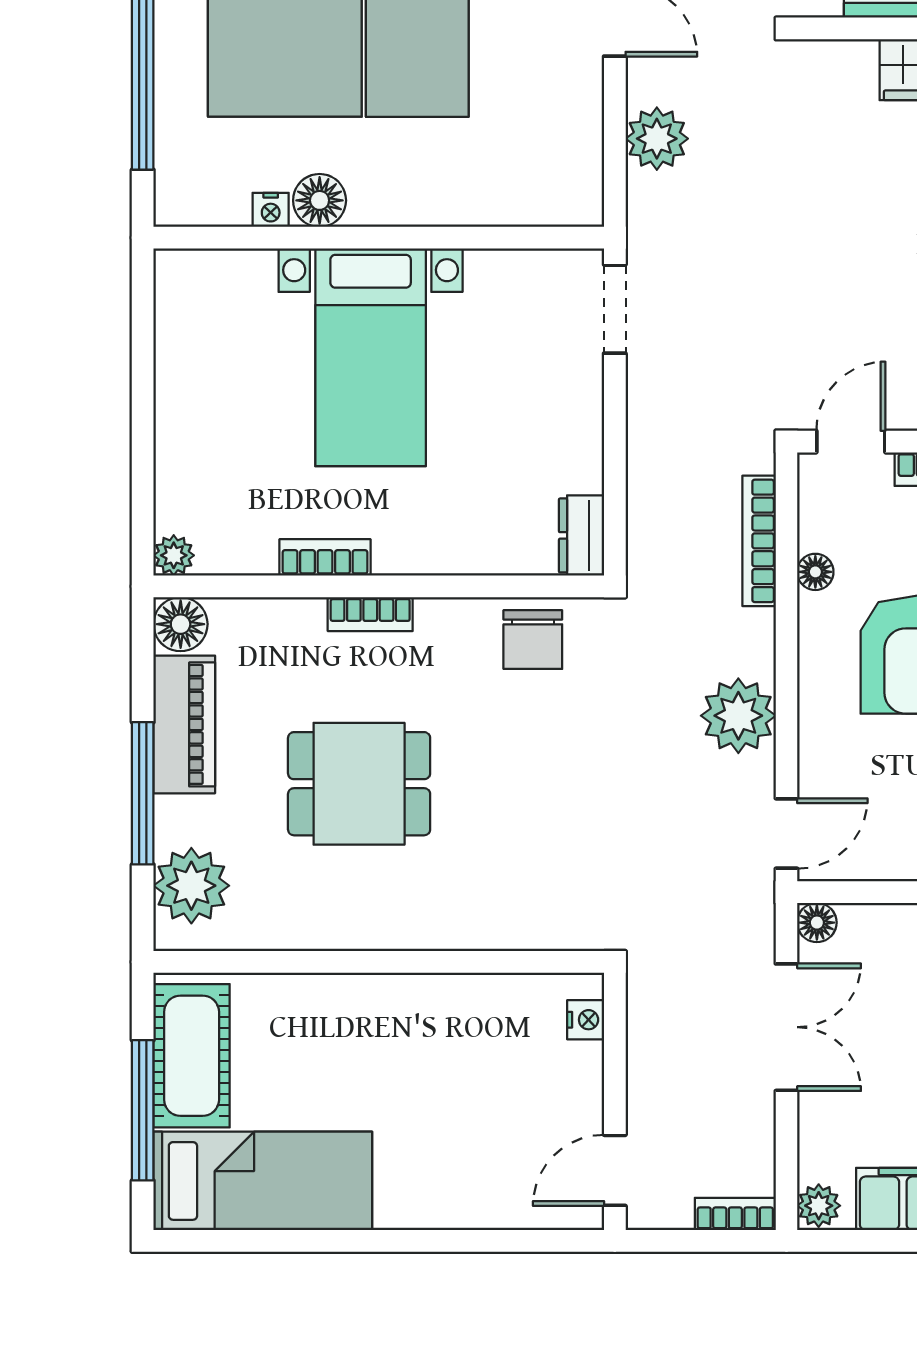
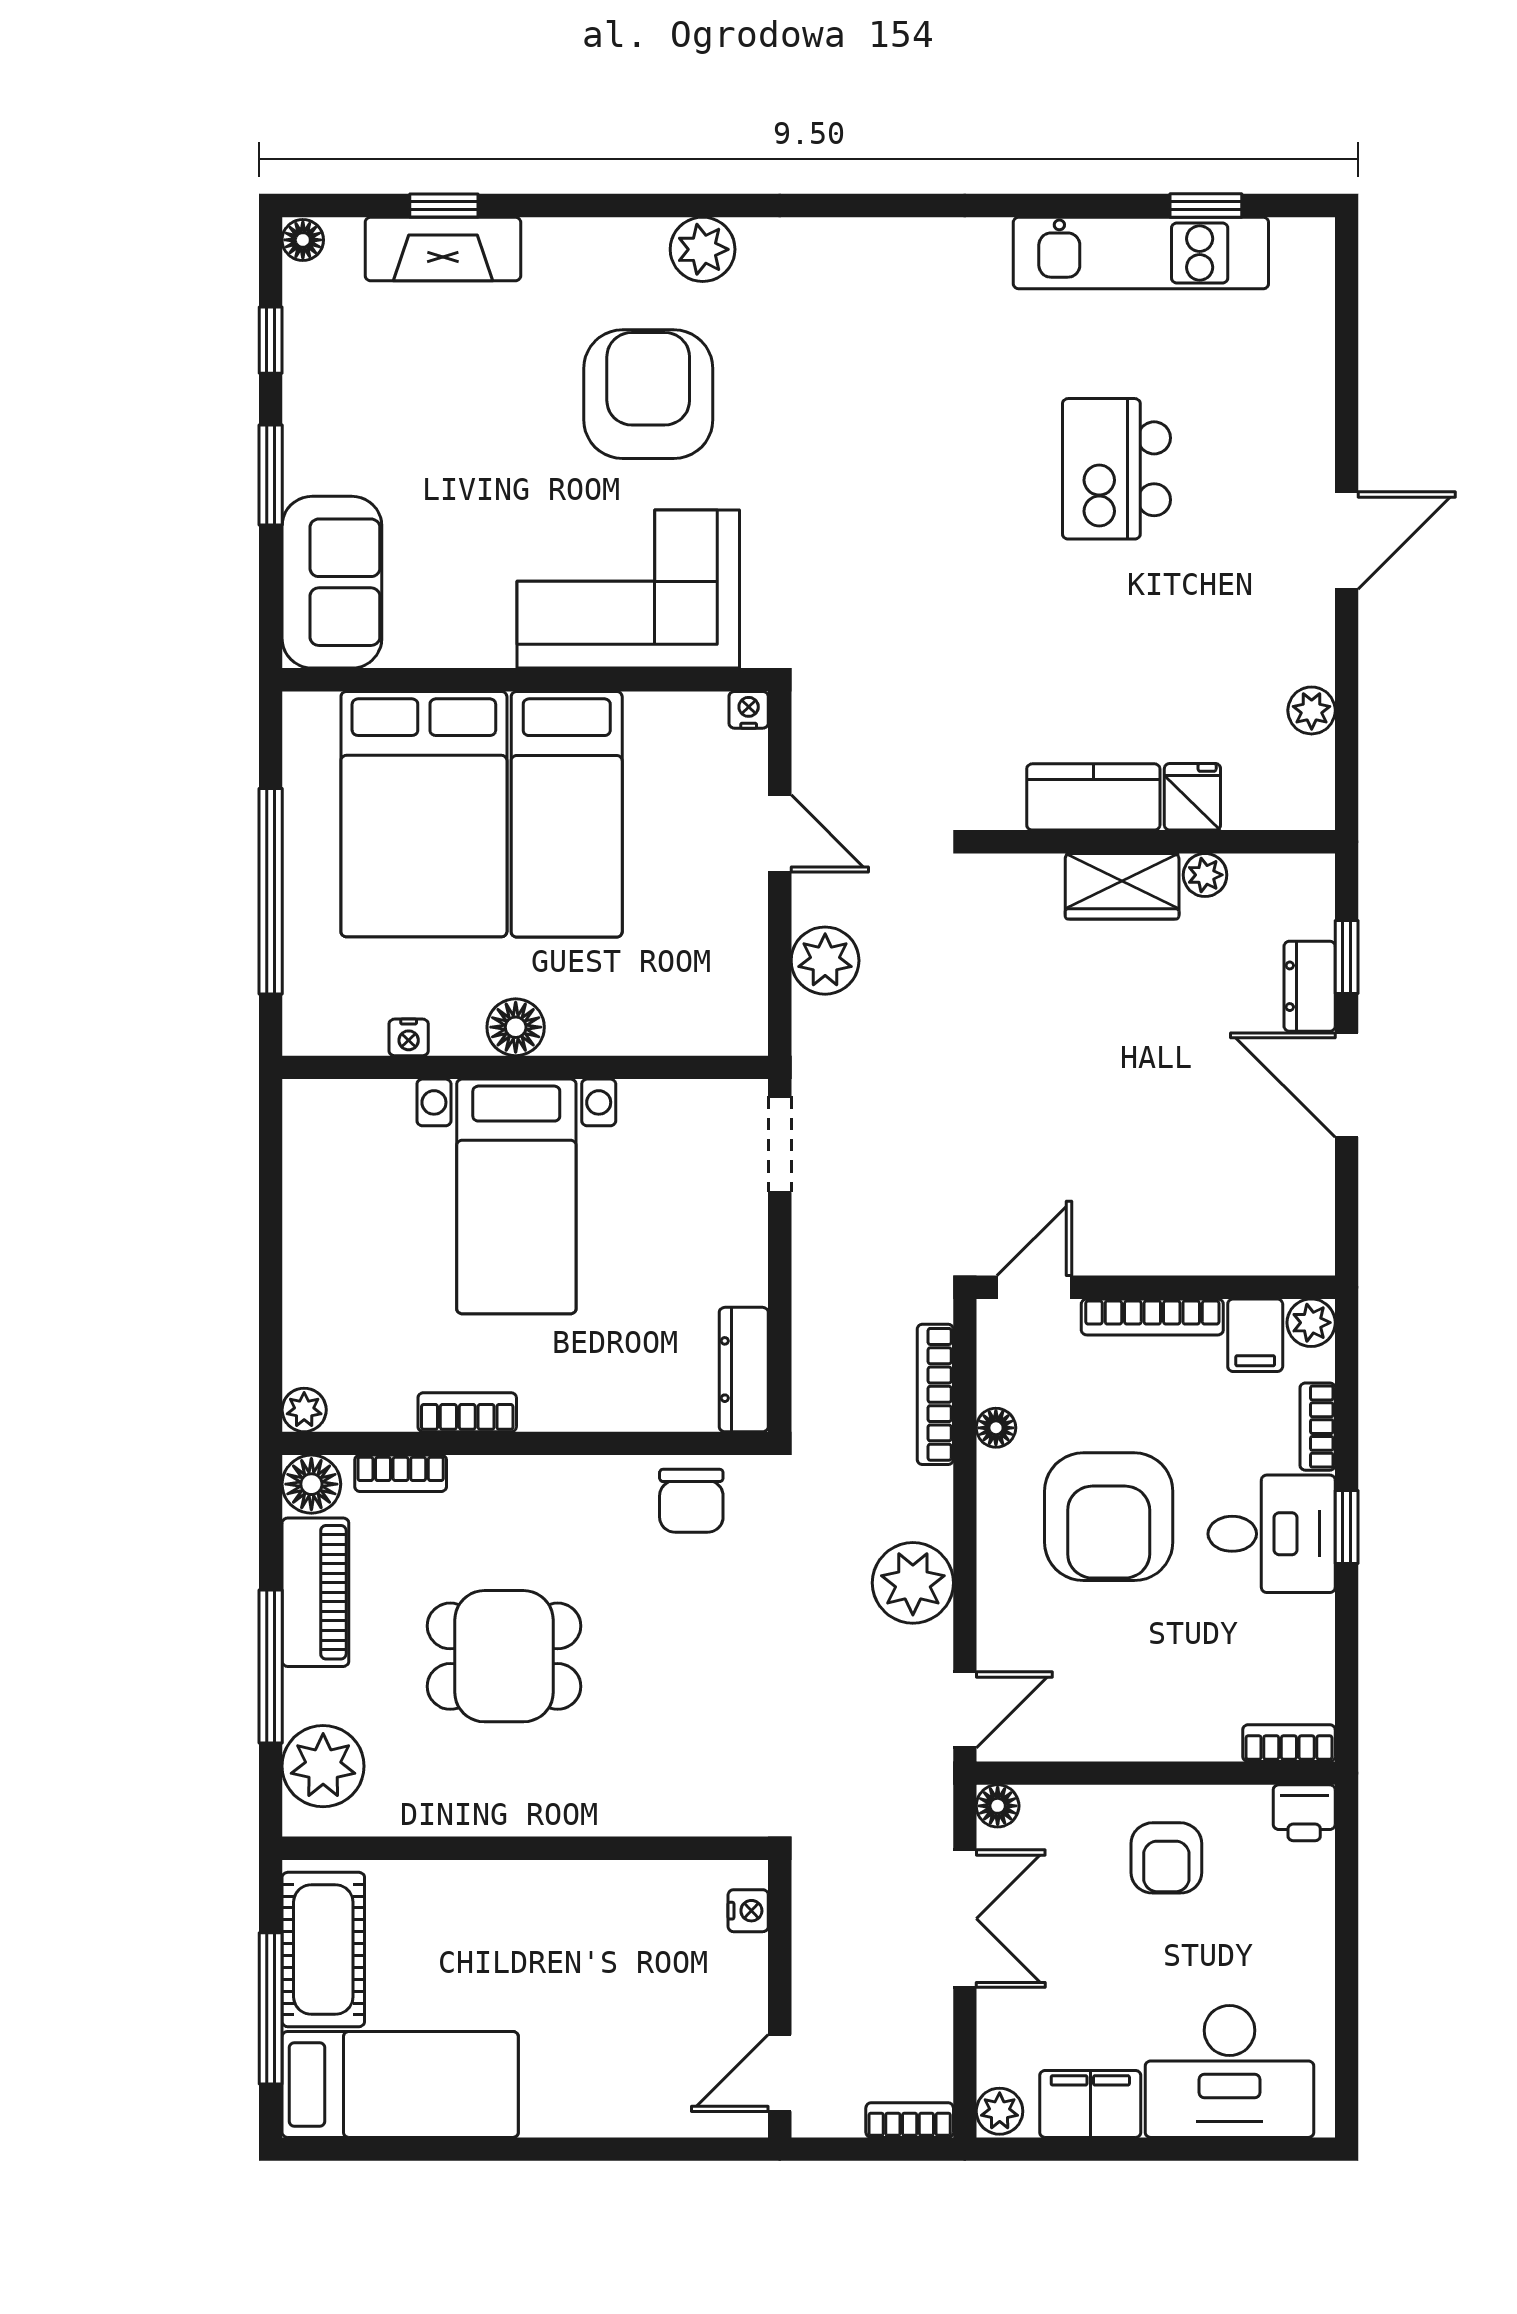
floor lamp: (320, 200) -> (516, 1027), moved
dresser: (581, 535) -> (744, 1370), width x1.44
bookcase: (370, 614) -> (401, 1473), moved

